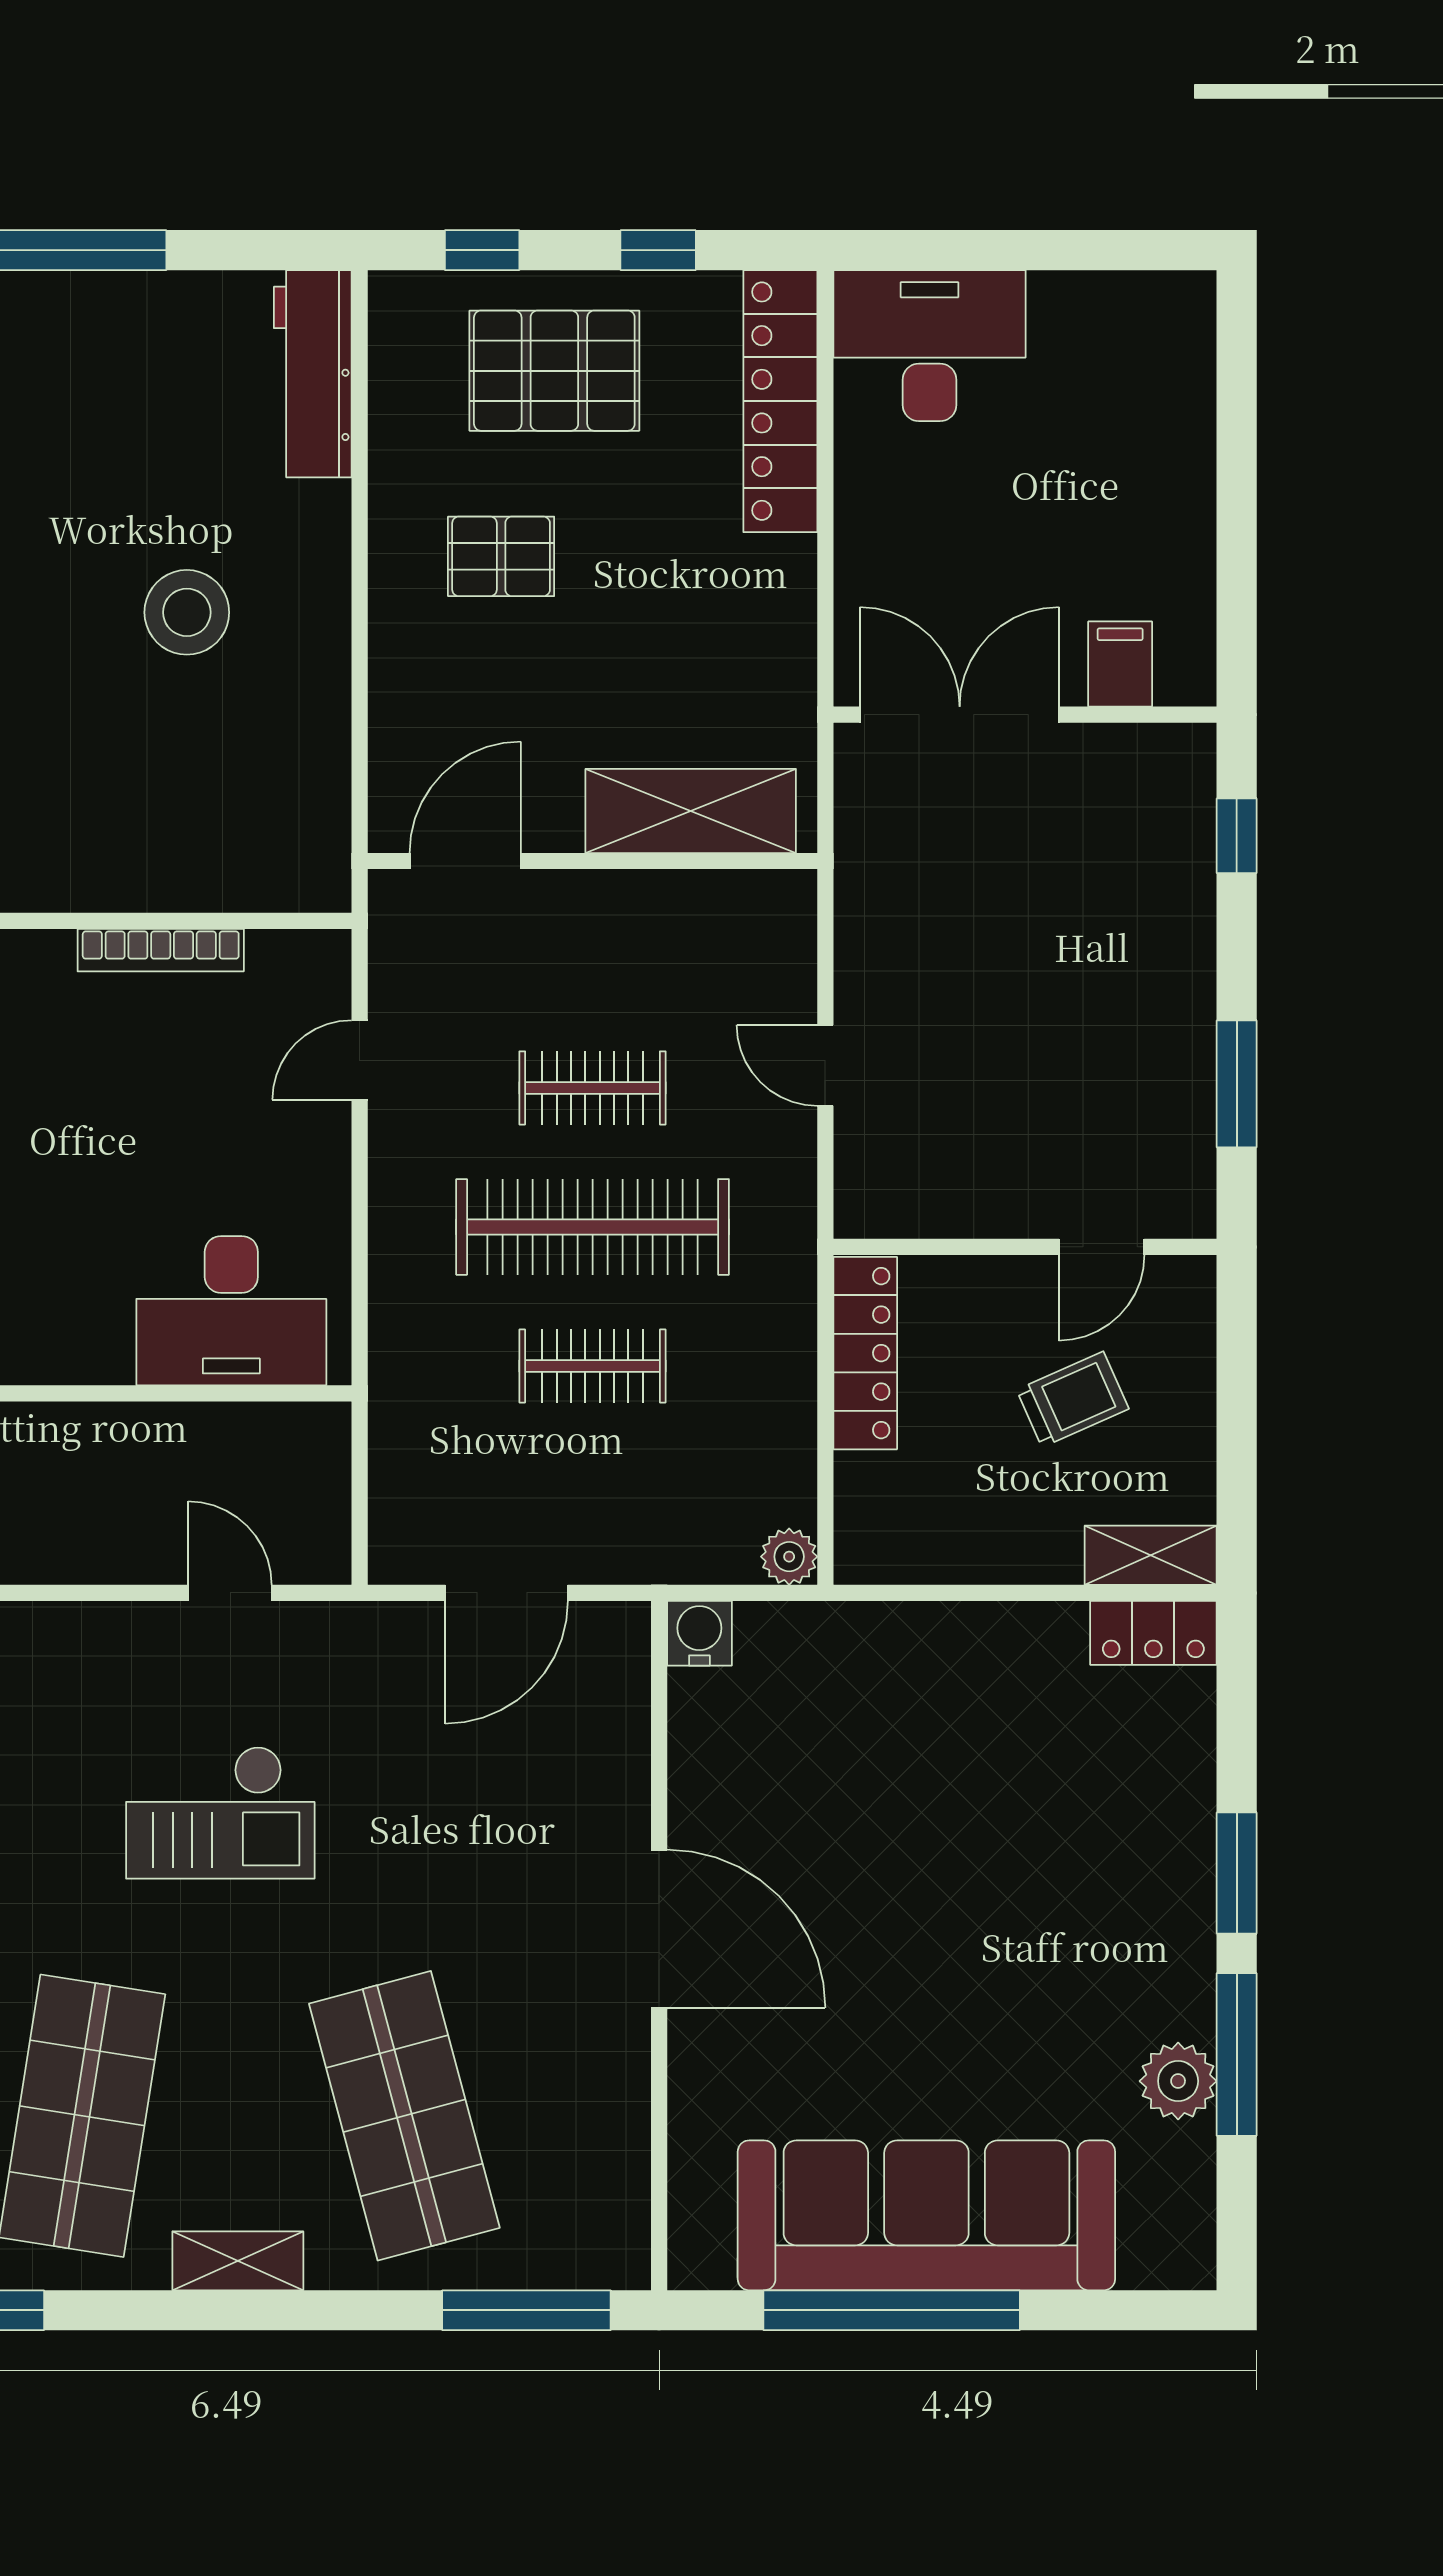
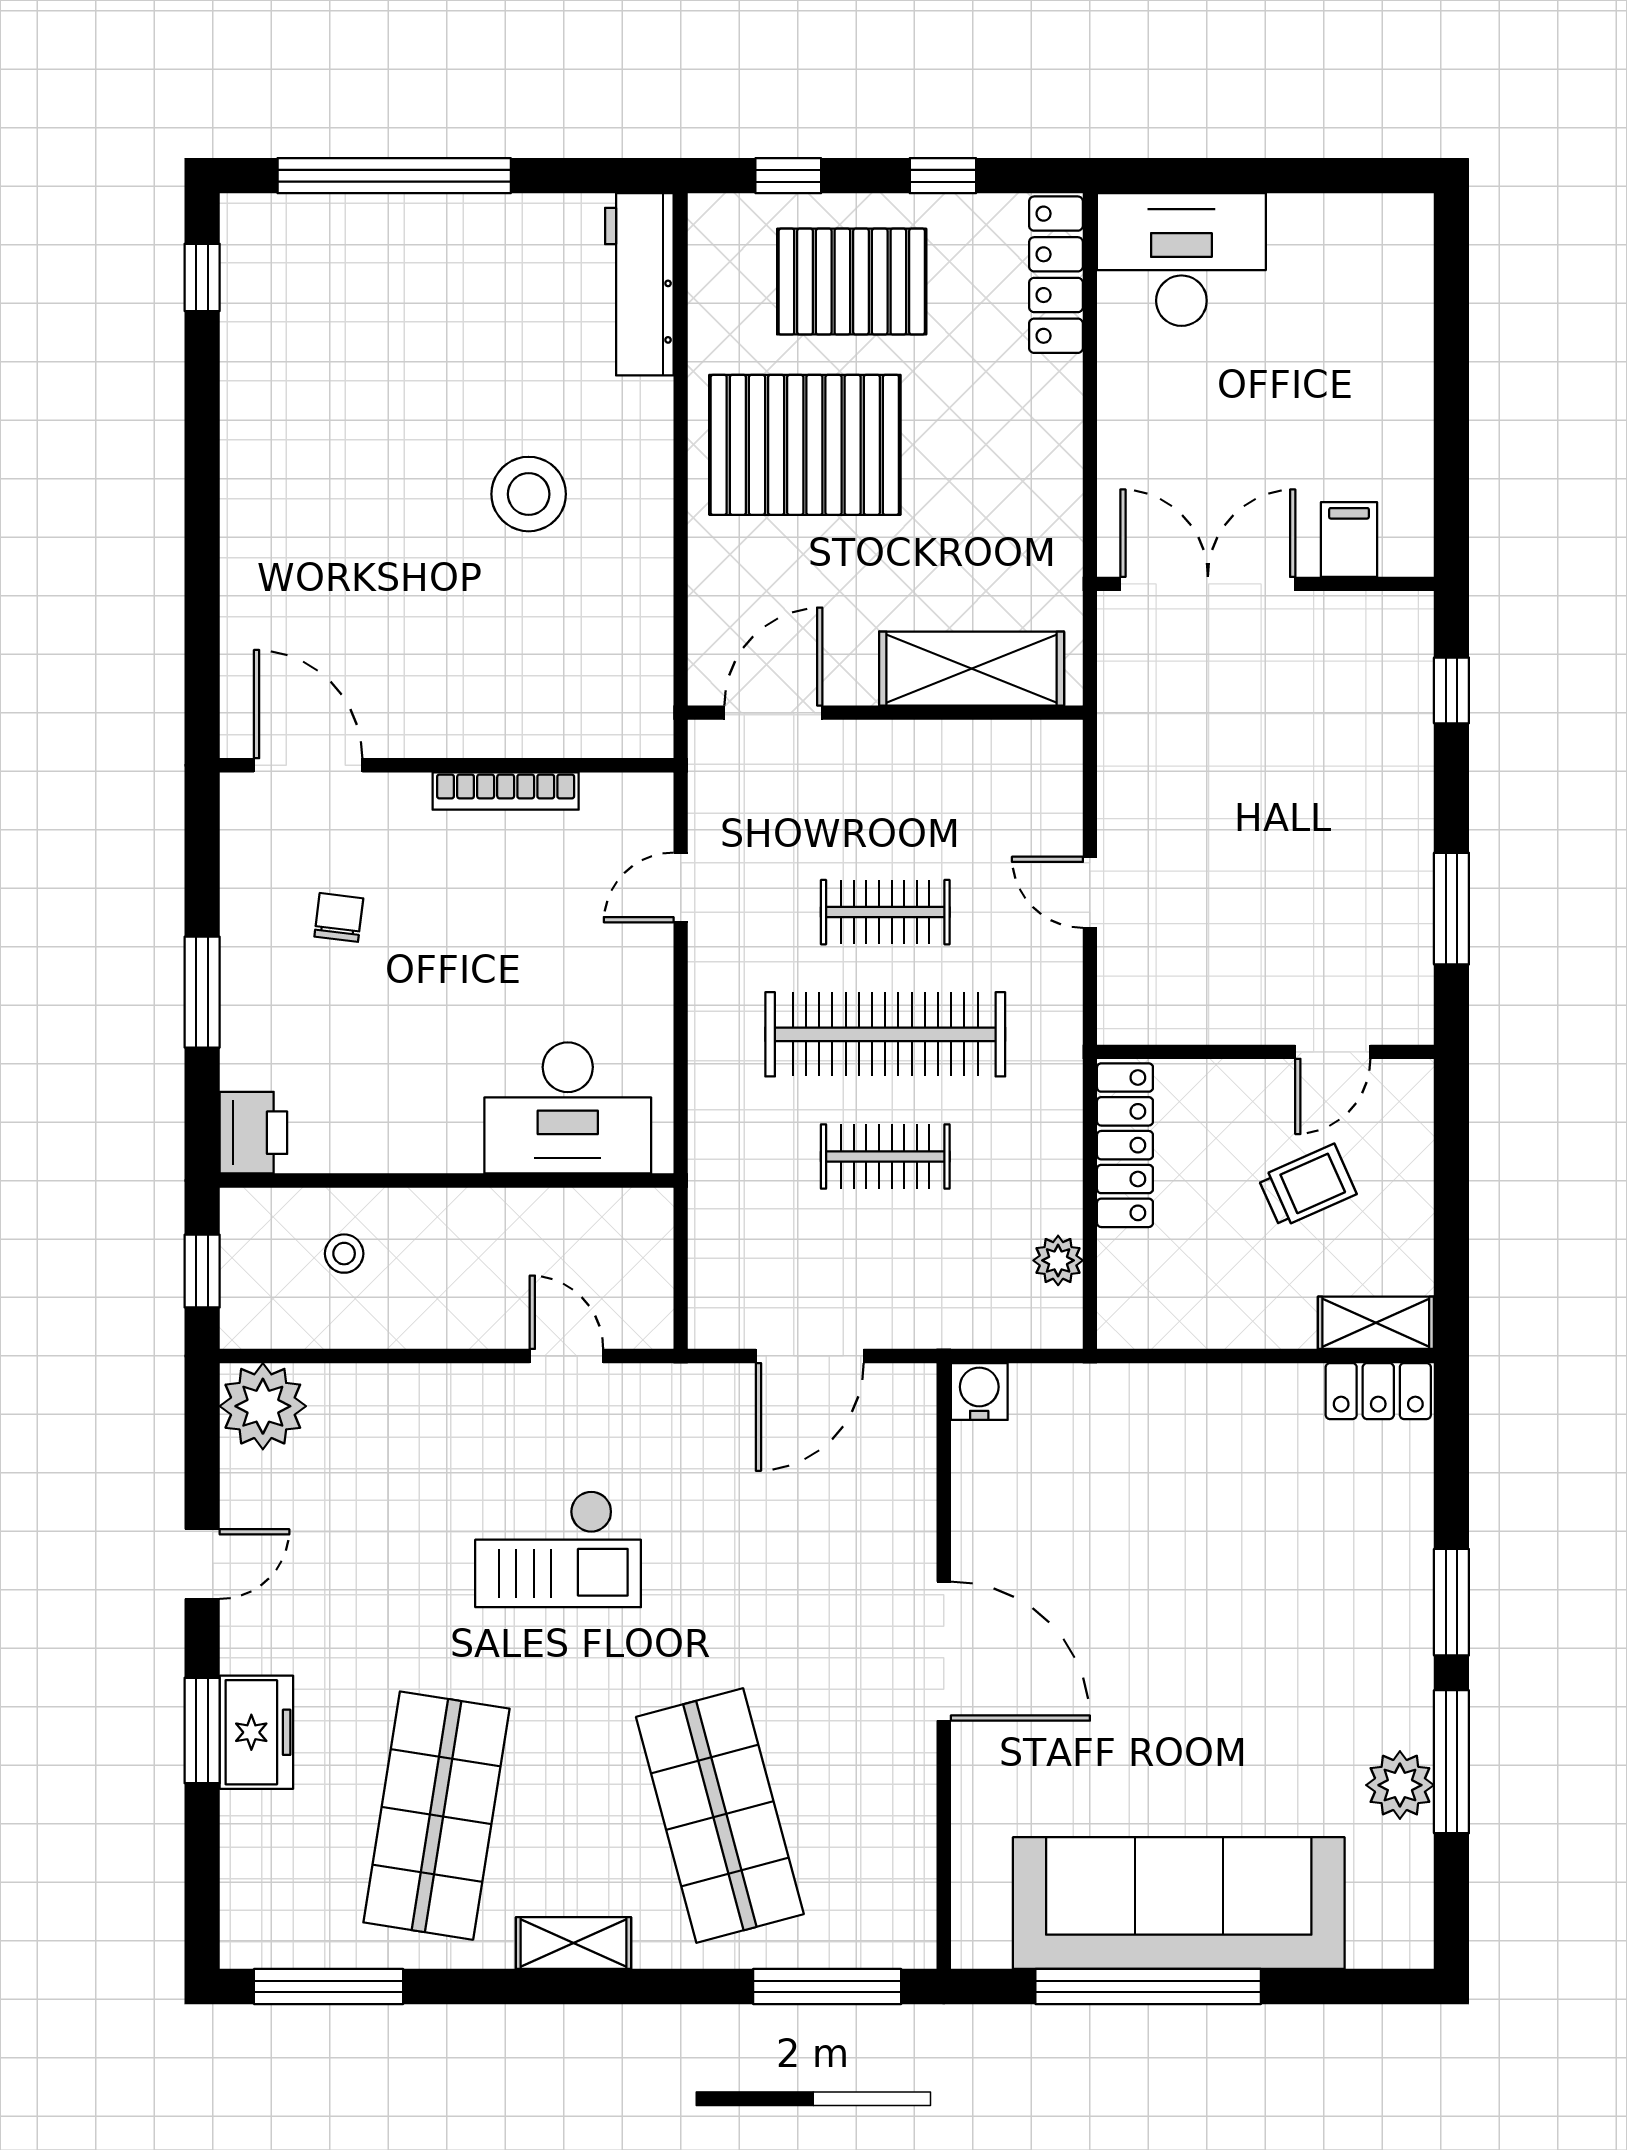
locker: (780, 401) -> (1056, 275), width x0.71, depth x0.83
pallet: (501, 556) -> (805, 445), width x2.05, depth x2.00
plant: (789, 1557) -> (1058, 1260), moved

